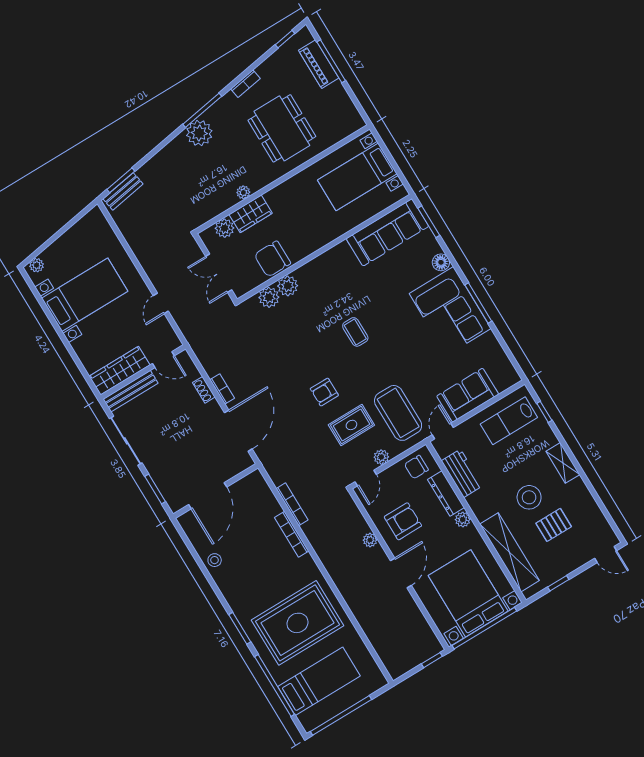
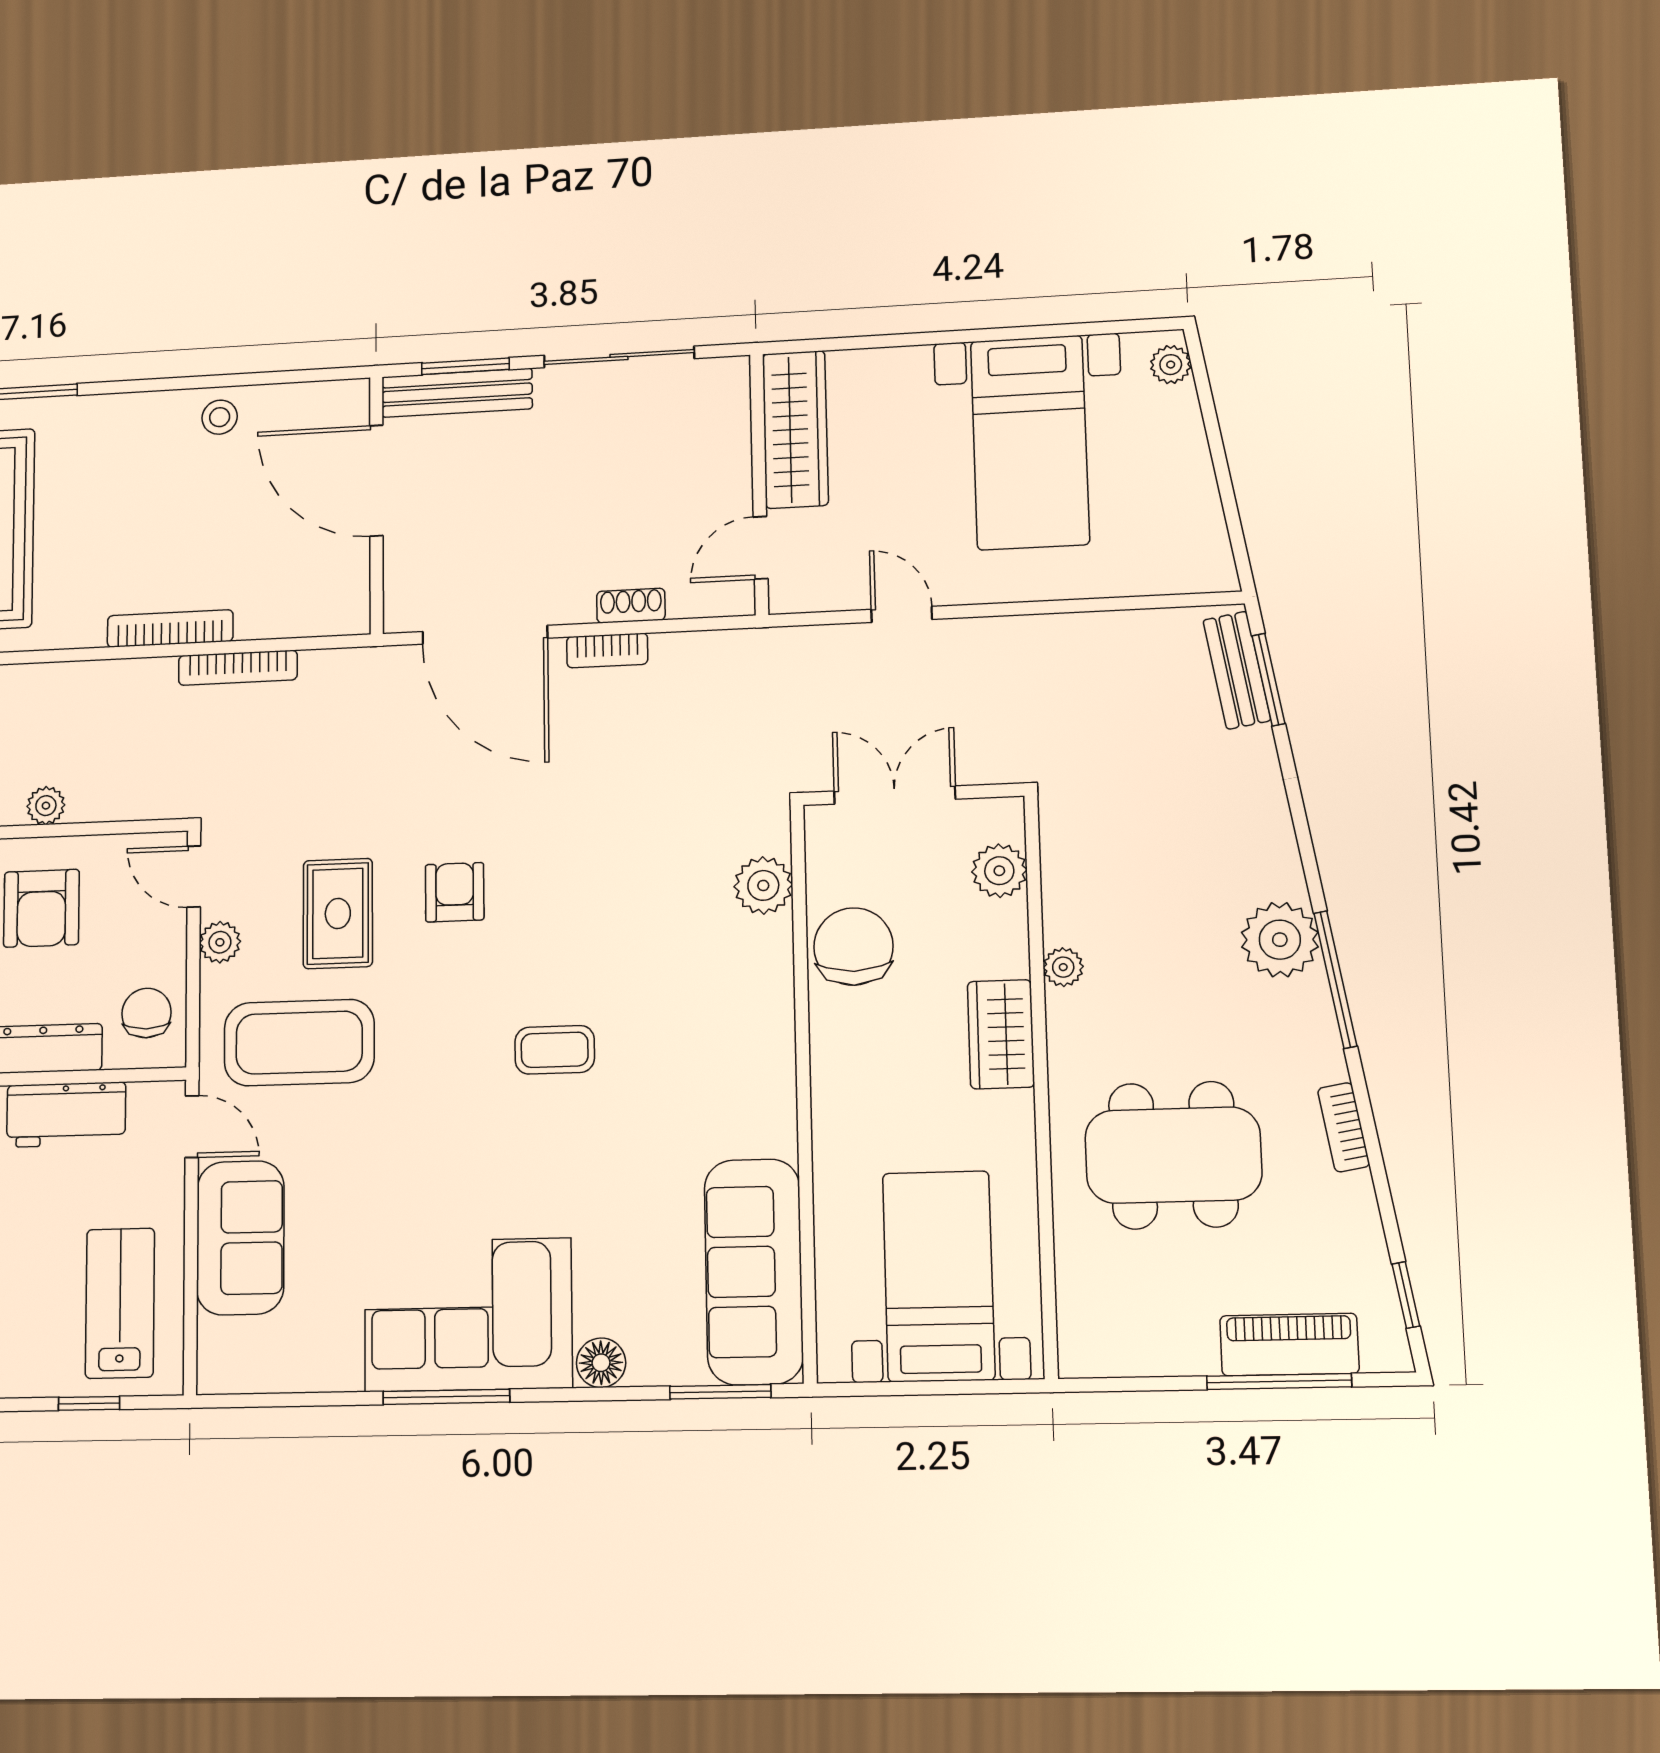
wardrobe: (251, 214) -> (1001, 1034), moved
plant: (288, 286) -> (765, 947), removed
bench: (131, 391) -> (457, 393), moved, turned 90

